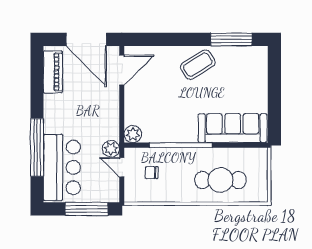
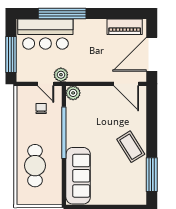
door: (122, 167) -> (46, 84), swing flipped

